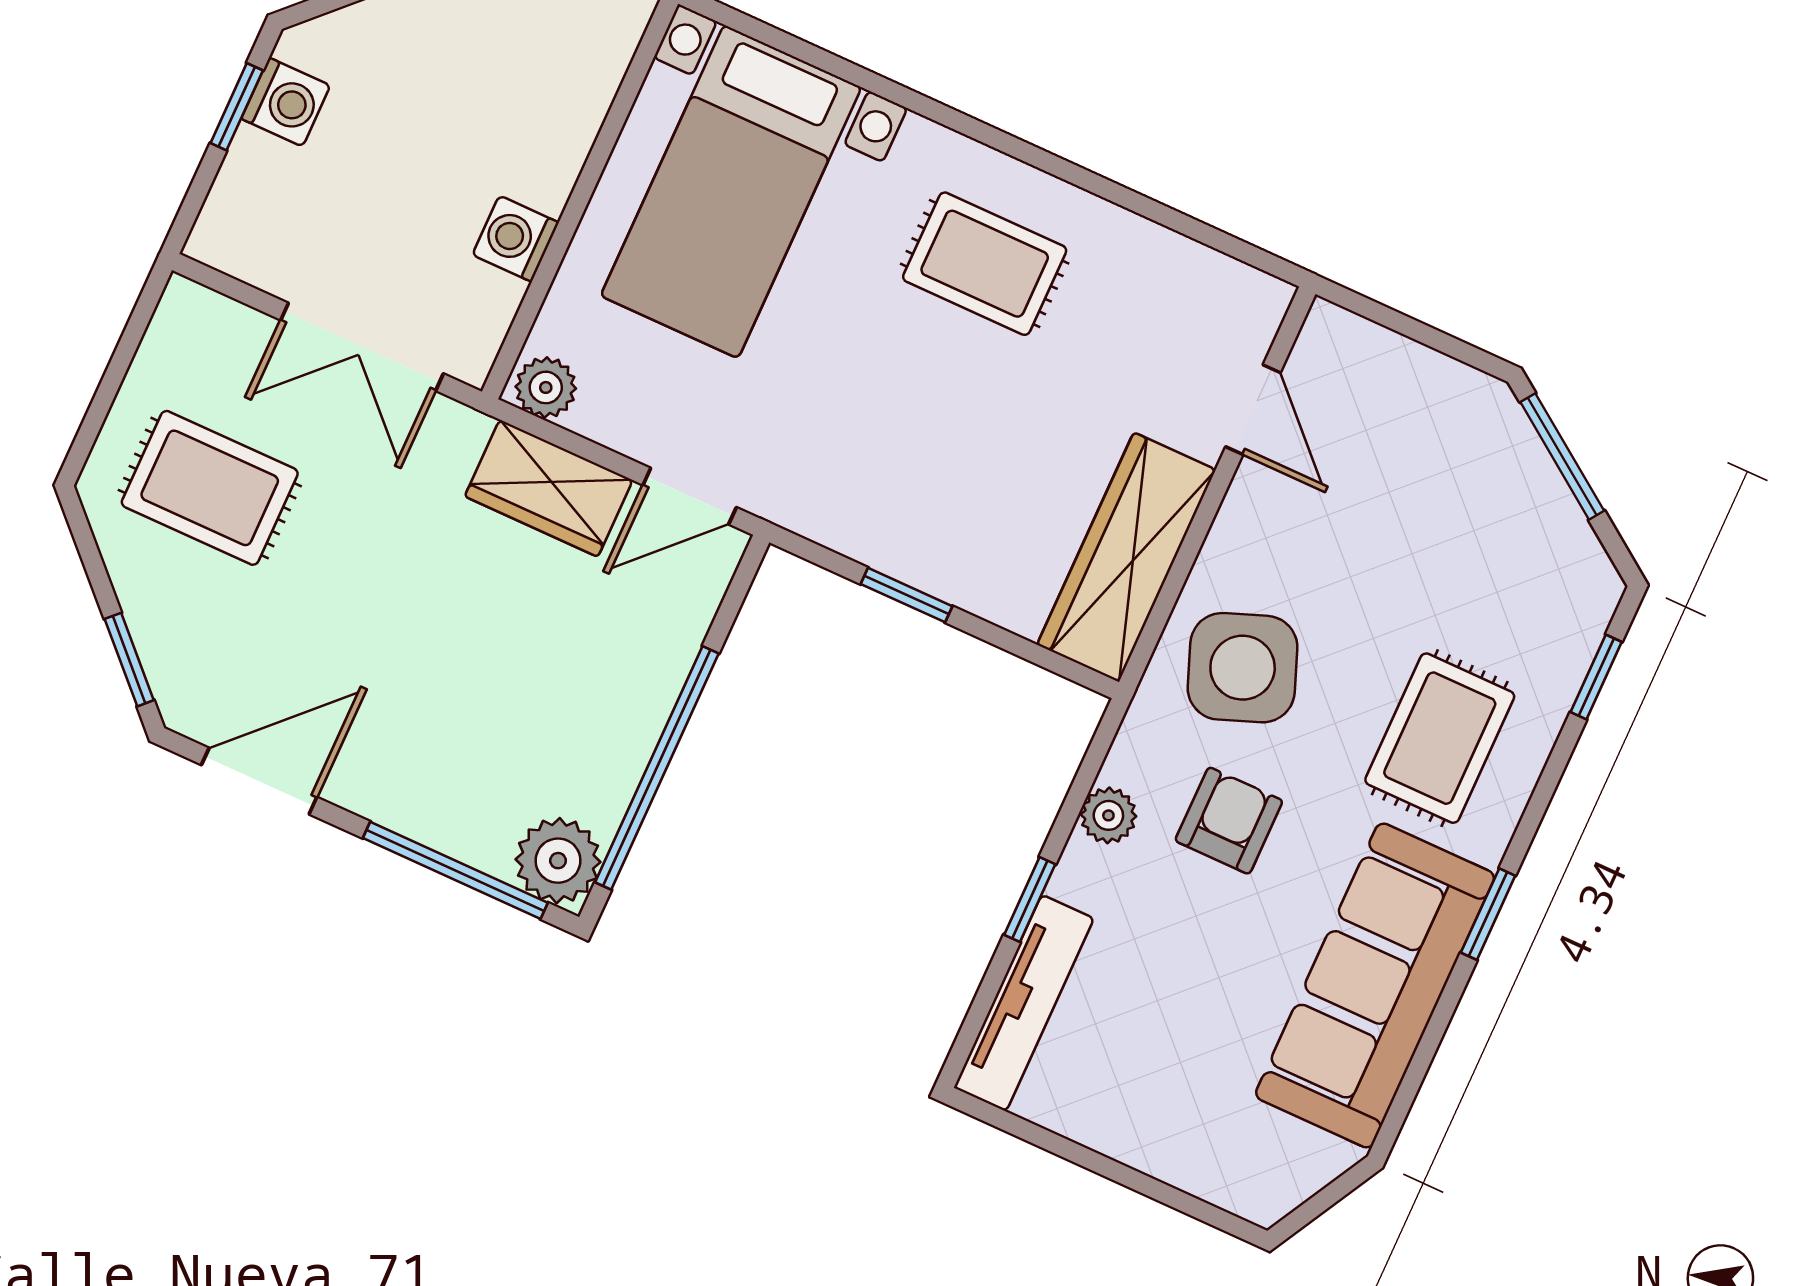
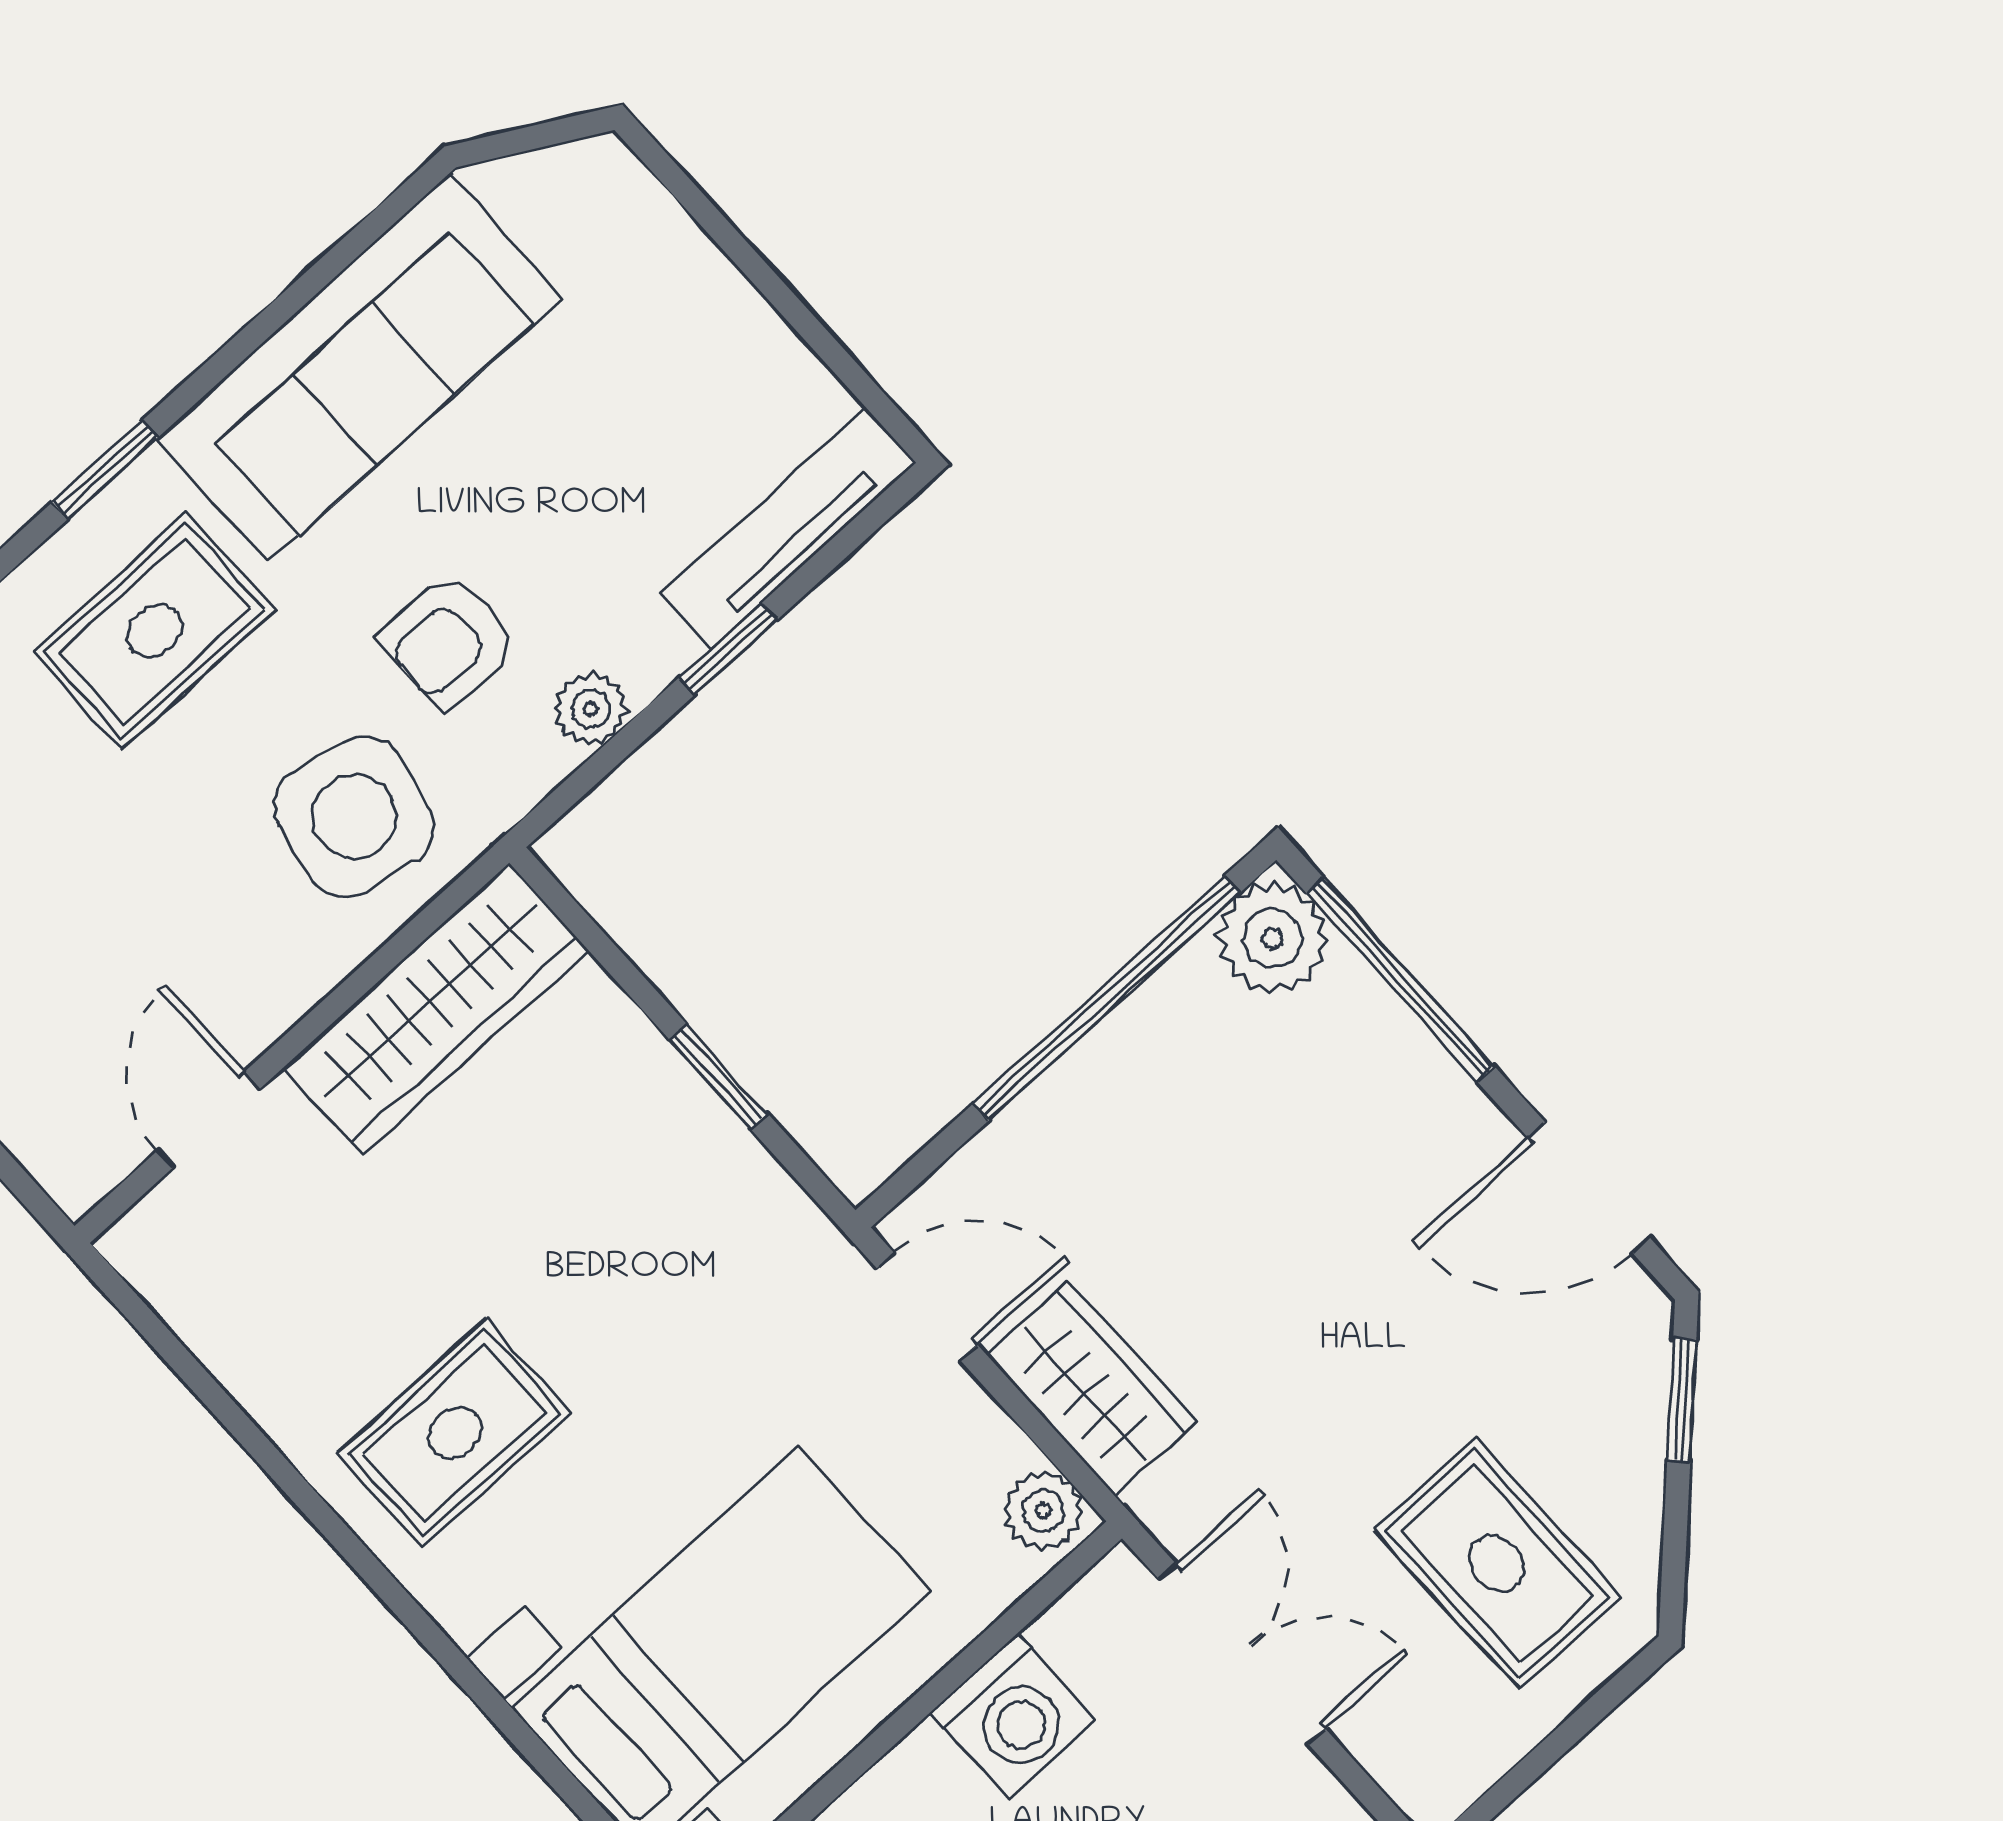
washing machine: (516, 239) -> (1014, 1716), width x1.38, depth x1.38
rug: (985, 264) -> (454, 1433), turned 90
side table: (1243, 668) -> (354, 817), turned 33
window: (1488, 914) -> (105, 470), moved

